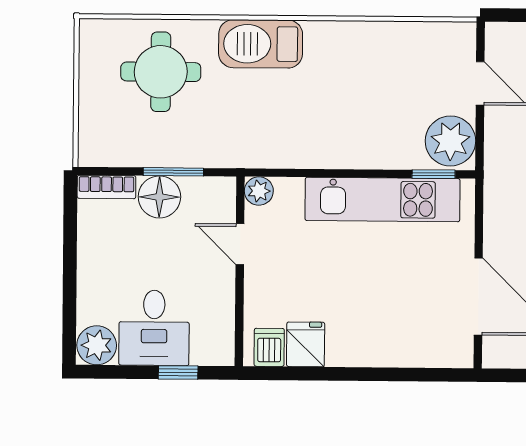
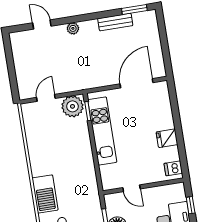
plant: (259, 191) -> (108, 184), removed
door: (240, 244) -> (132, 188), hinge flipped
fridge: (306, 344) -> (167, 138), moved

